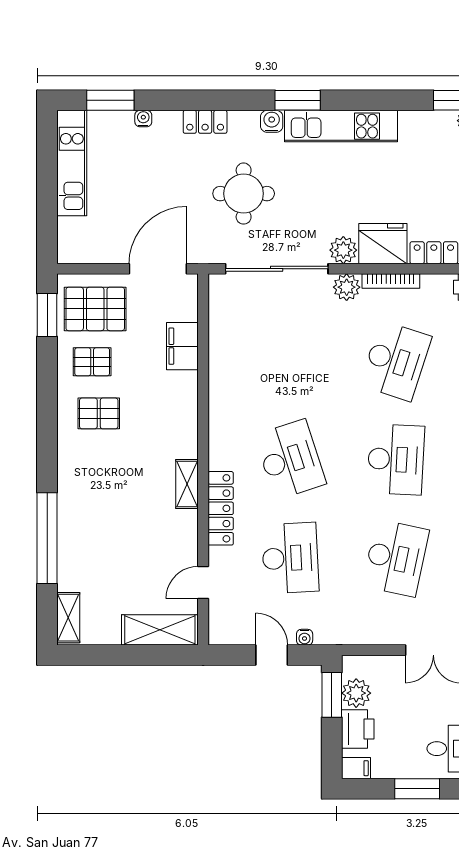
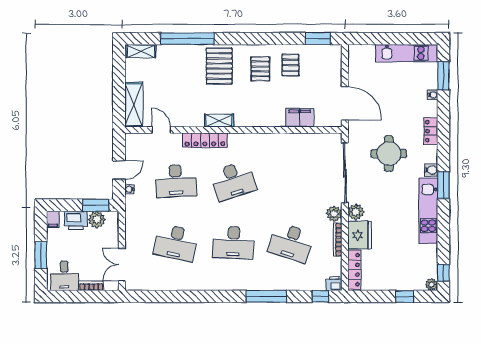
pallet: (95, 309) -> (219, 66), moved

